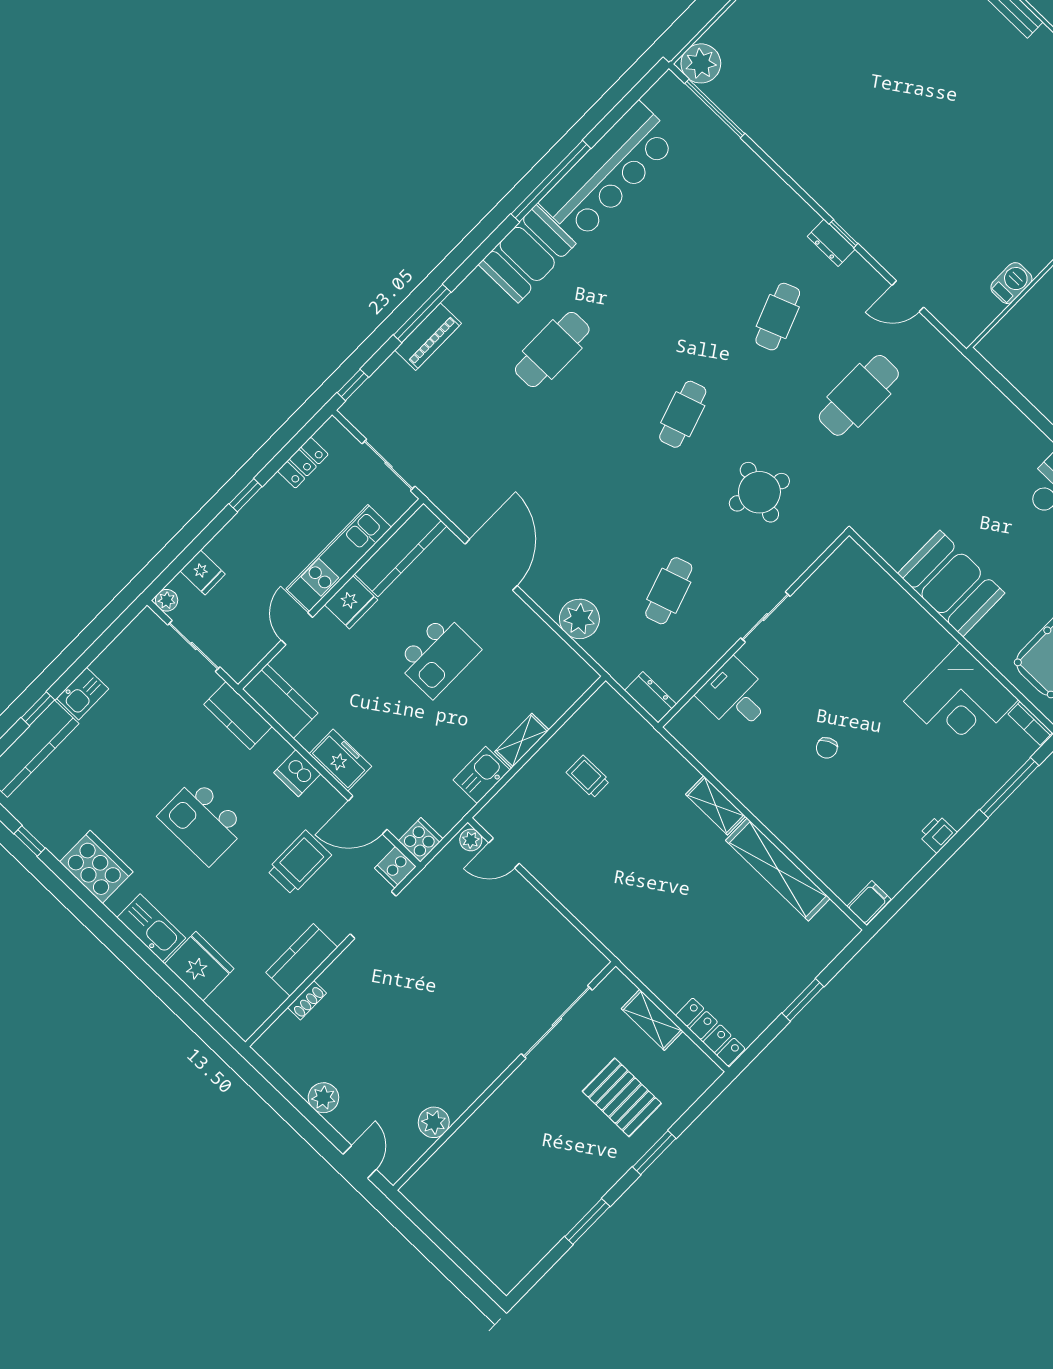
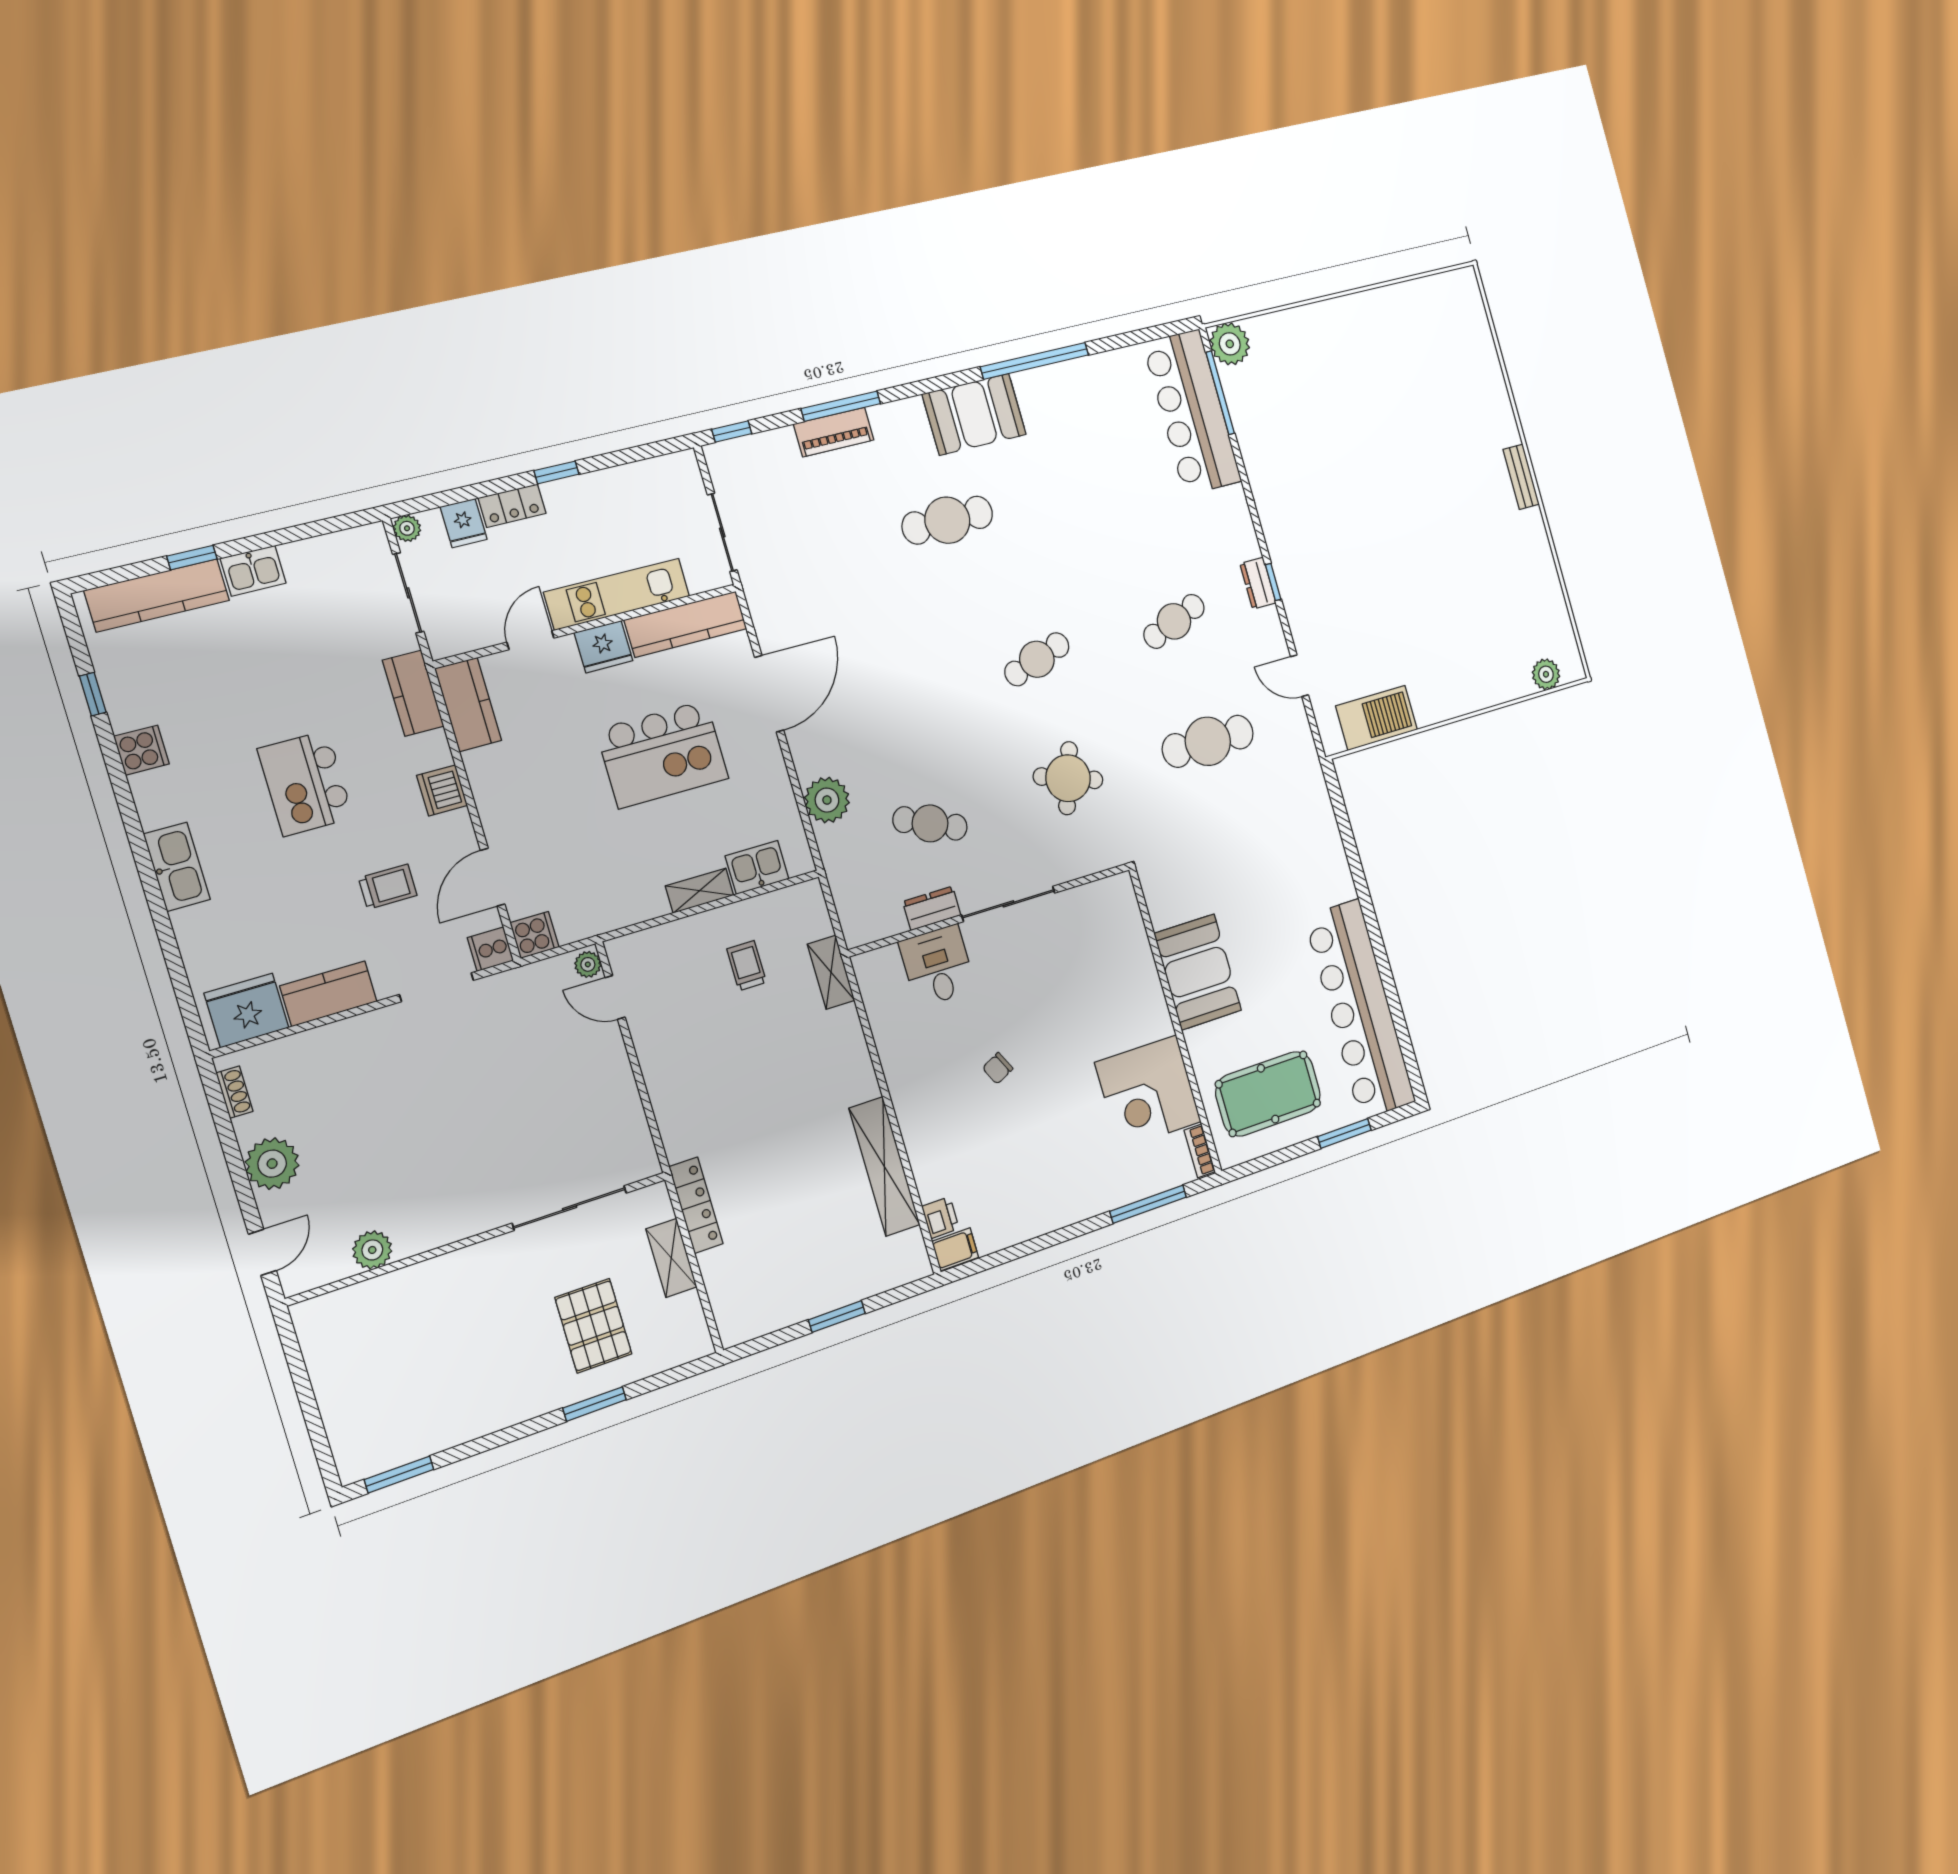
bar counter: (609, 172) -> (1192, 412), moved, turned 90
barbecue: (1011, 283) -> (1377, 718), width x1.88, depth x1.53
locker: (303, 463) -> (512, 506), moved
cafe table: (669, 591) -> (930, 823), turned 42
sliding door: (765, 617) -> (1008, 904), width x1.37
kitchen island: (438, 656) -> (663, 754), width x1.37, depth x1.28
dresser: (650, 697) -> (932, 908), moved, turned -90
freezer: (340, 760) -> (497, 803), removed
kitchen sink: (481, 775) -> (757, 867), moved
shelving: (716, 805) -> (831, 972), moved
door: (368, 815) -> (493, 877), hinge flipped
printer: (938, 834) -> (940, 1218), moved, turned 90
trolley: (299, 863) -> (388, 887), width x0.73, depth x0.72
cooker: (96, 867) -> (142, 750), width x0.53, depth x0.76
fridge: (199, 966) -> (246, 1010), moved, turned -90
shoe rack: (307, 1000) -> (234, 1092), moved, turned -90
locker: (710, 1032) -> (696, 1205), moved
plant: (323, 1098) -> (272, 1164), width x1.36, depth x1.36
window: (587, 1221) -> (399, 1474), moved

